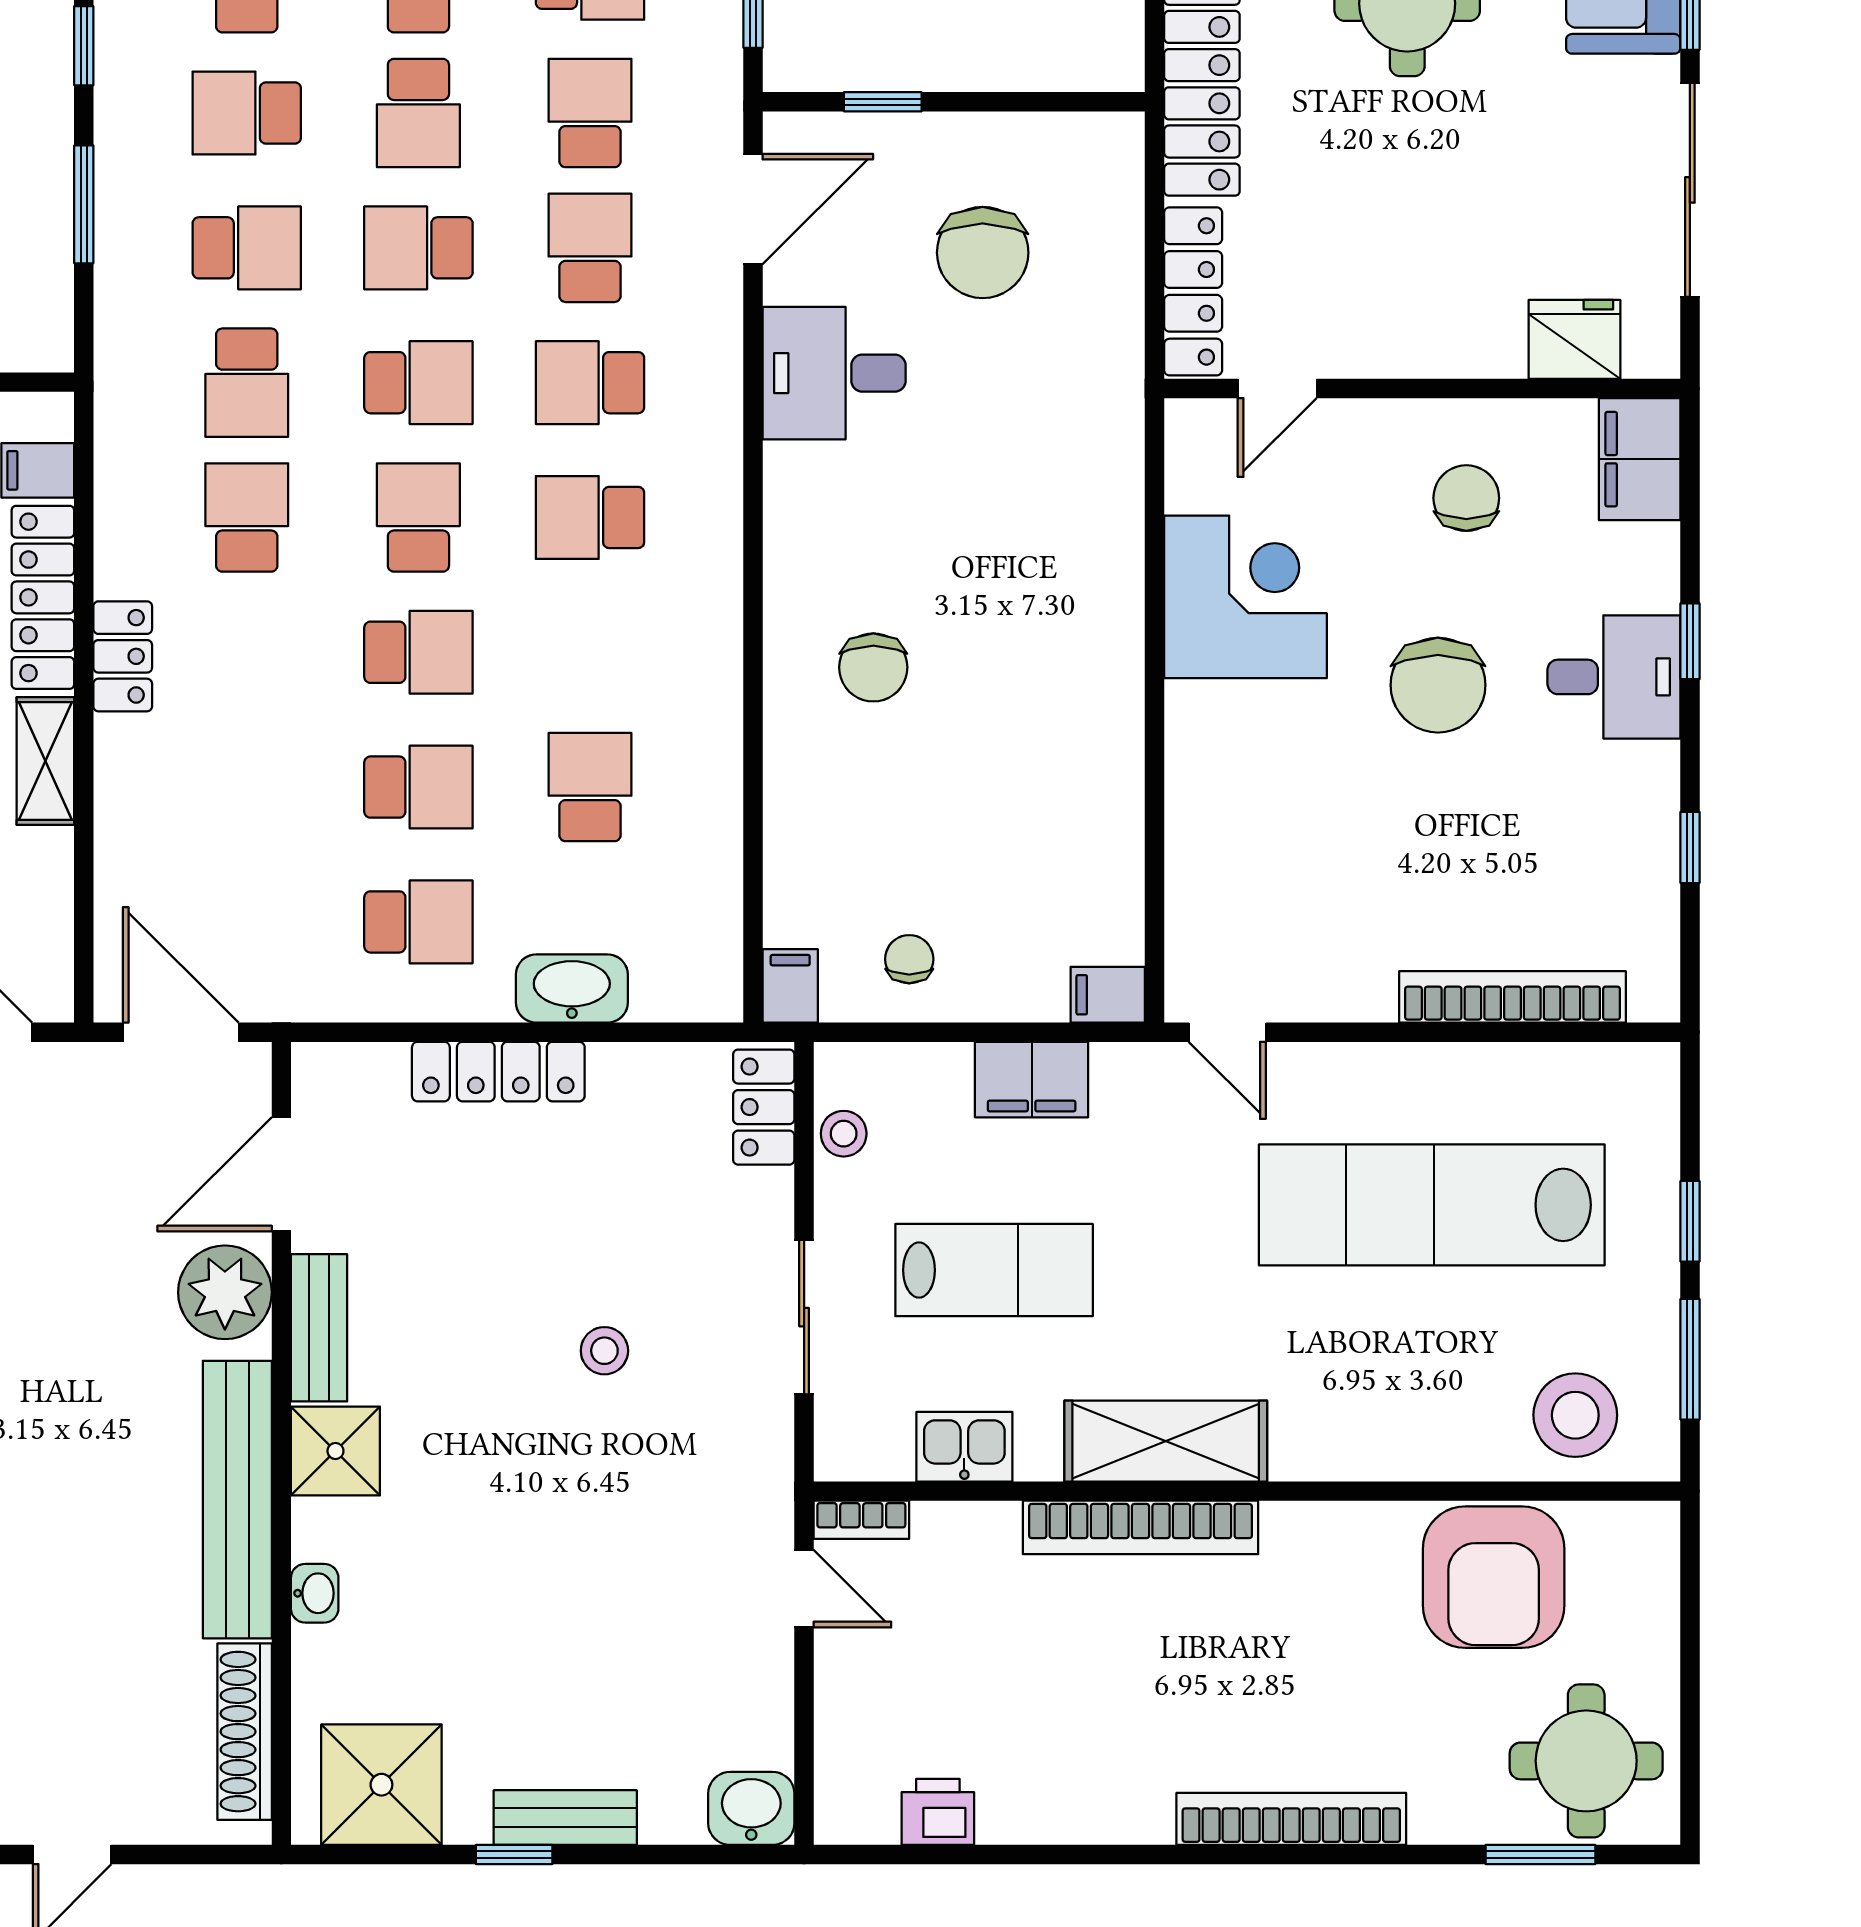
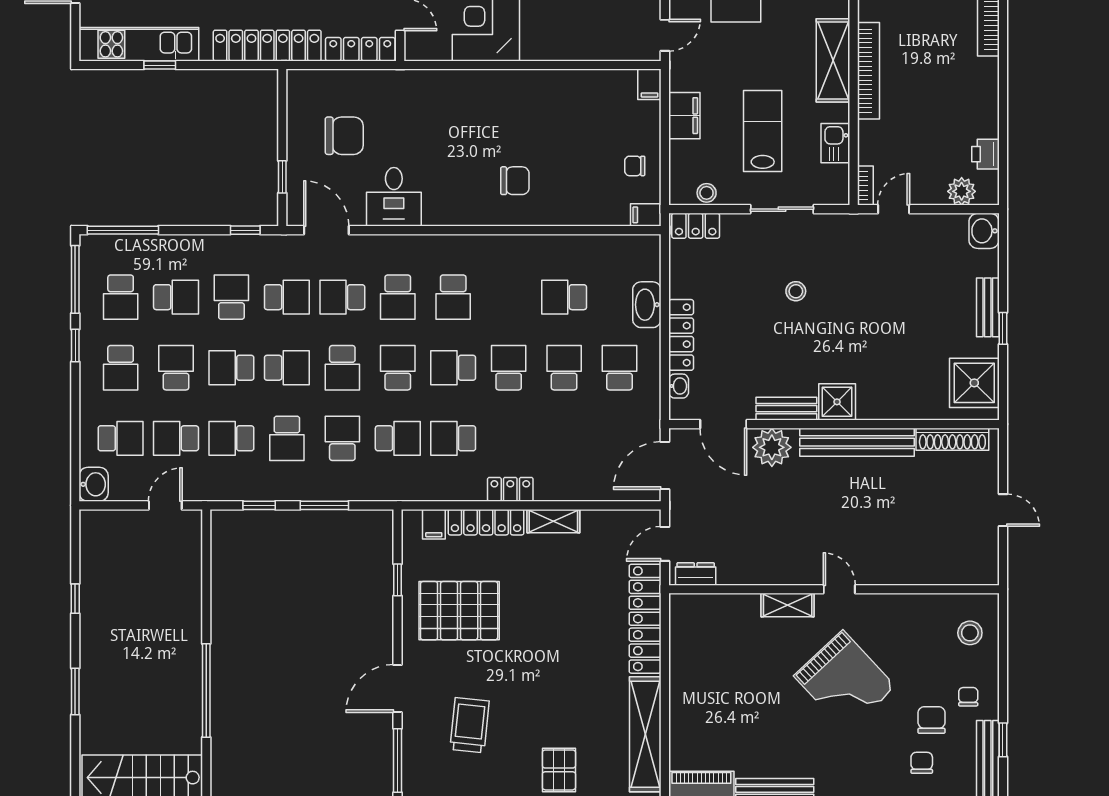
school desk: (590, 113) -> (287, 297), turned 180
washbasin: (315, 1593) -> (679, 386), moved, turned 90
plant: (847, 1754) -> (962, 191), added

